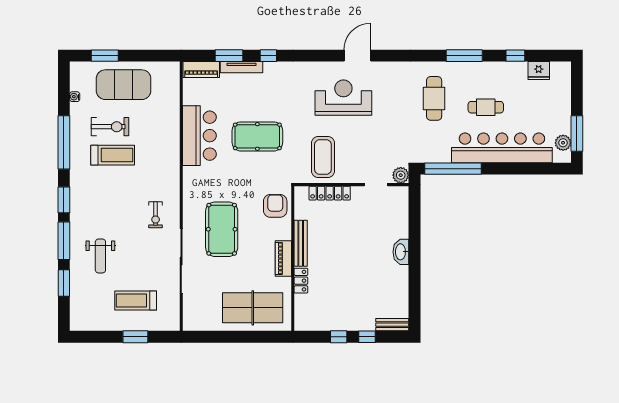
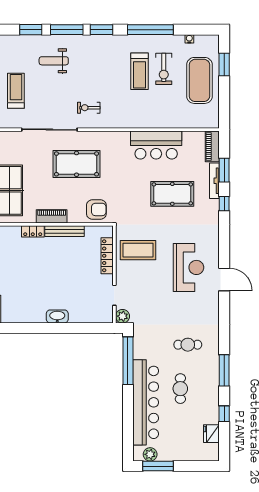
cafe table: (434, 98) -> (188, 345), width x0.73, depth x0.74
pool table: (257, 136) -> (172, 194), moved, turned 90

